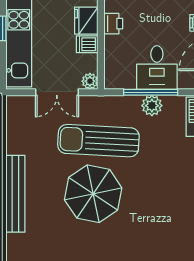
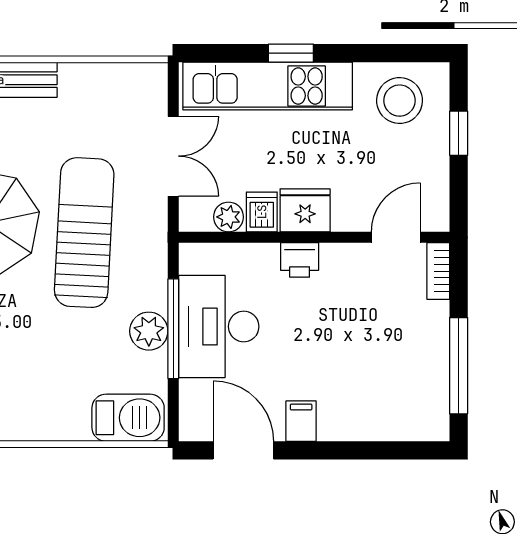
desk: (157, 68) -> (219, 327), width x1.37
plant: (90, 81) -> (229, 217), moved
double door: (57, 92) -> (173, 156), swing flipped

